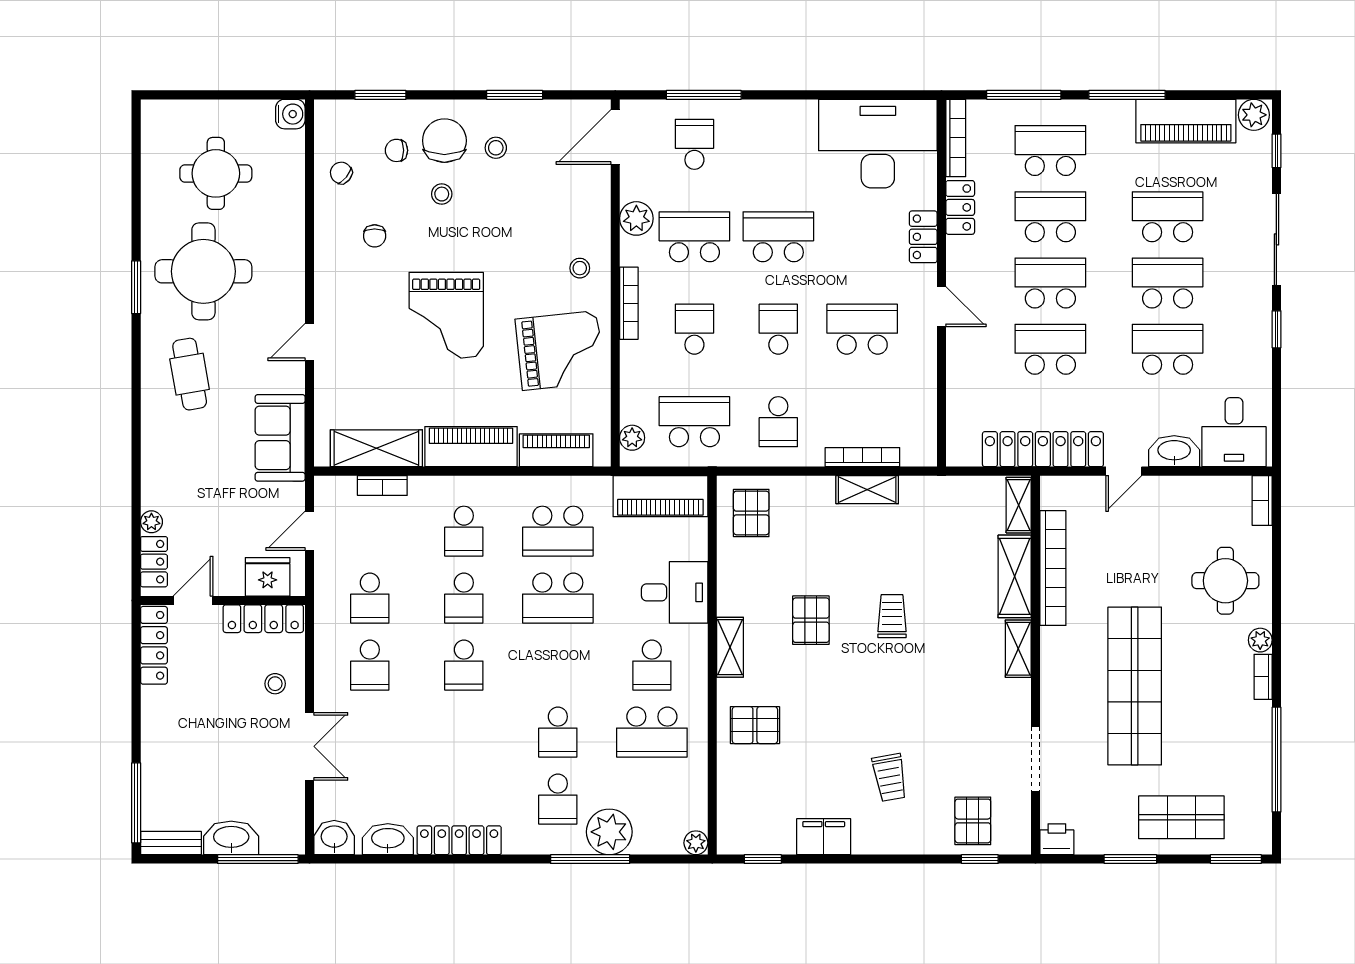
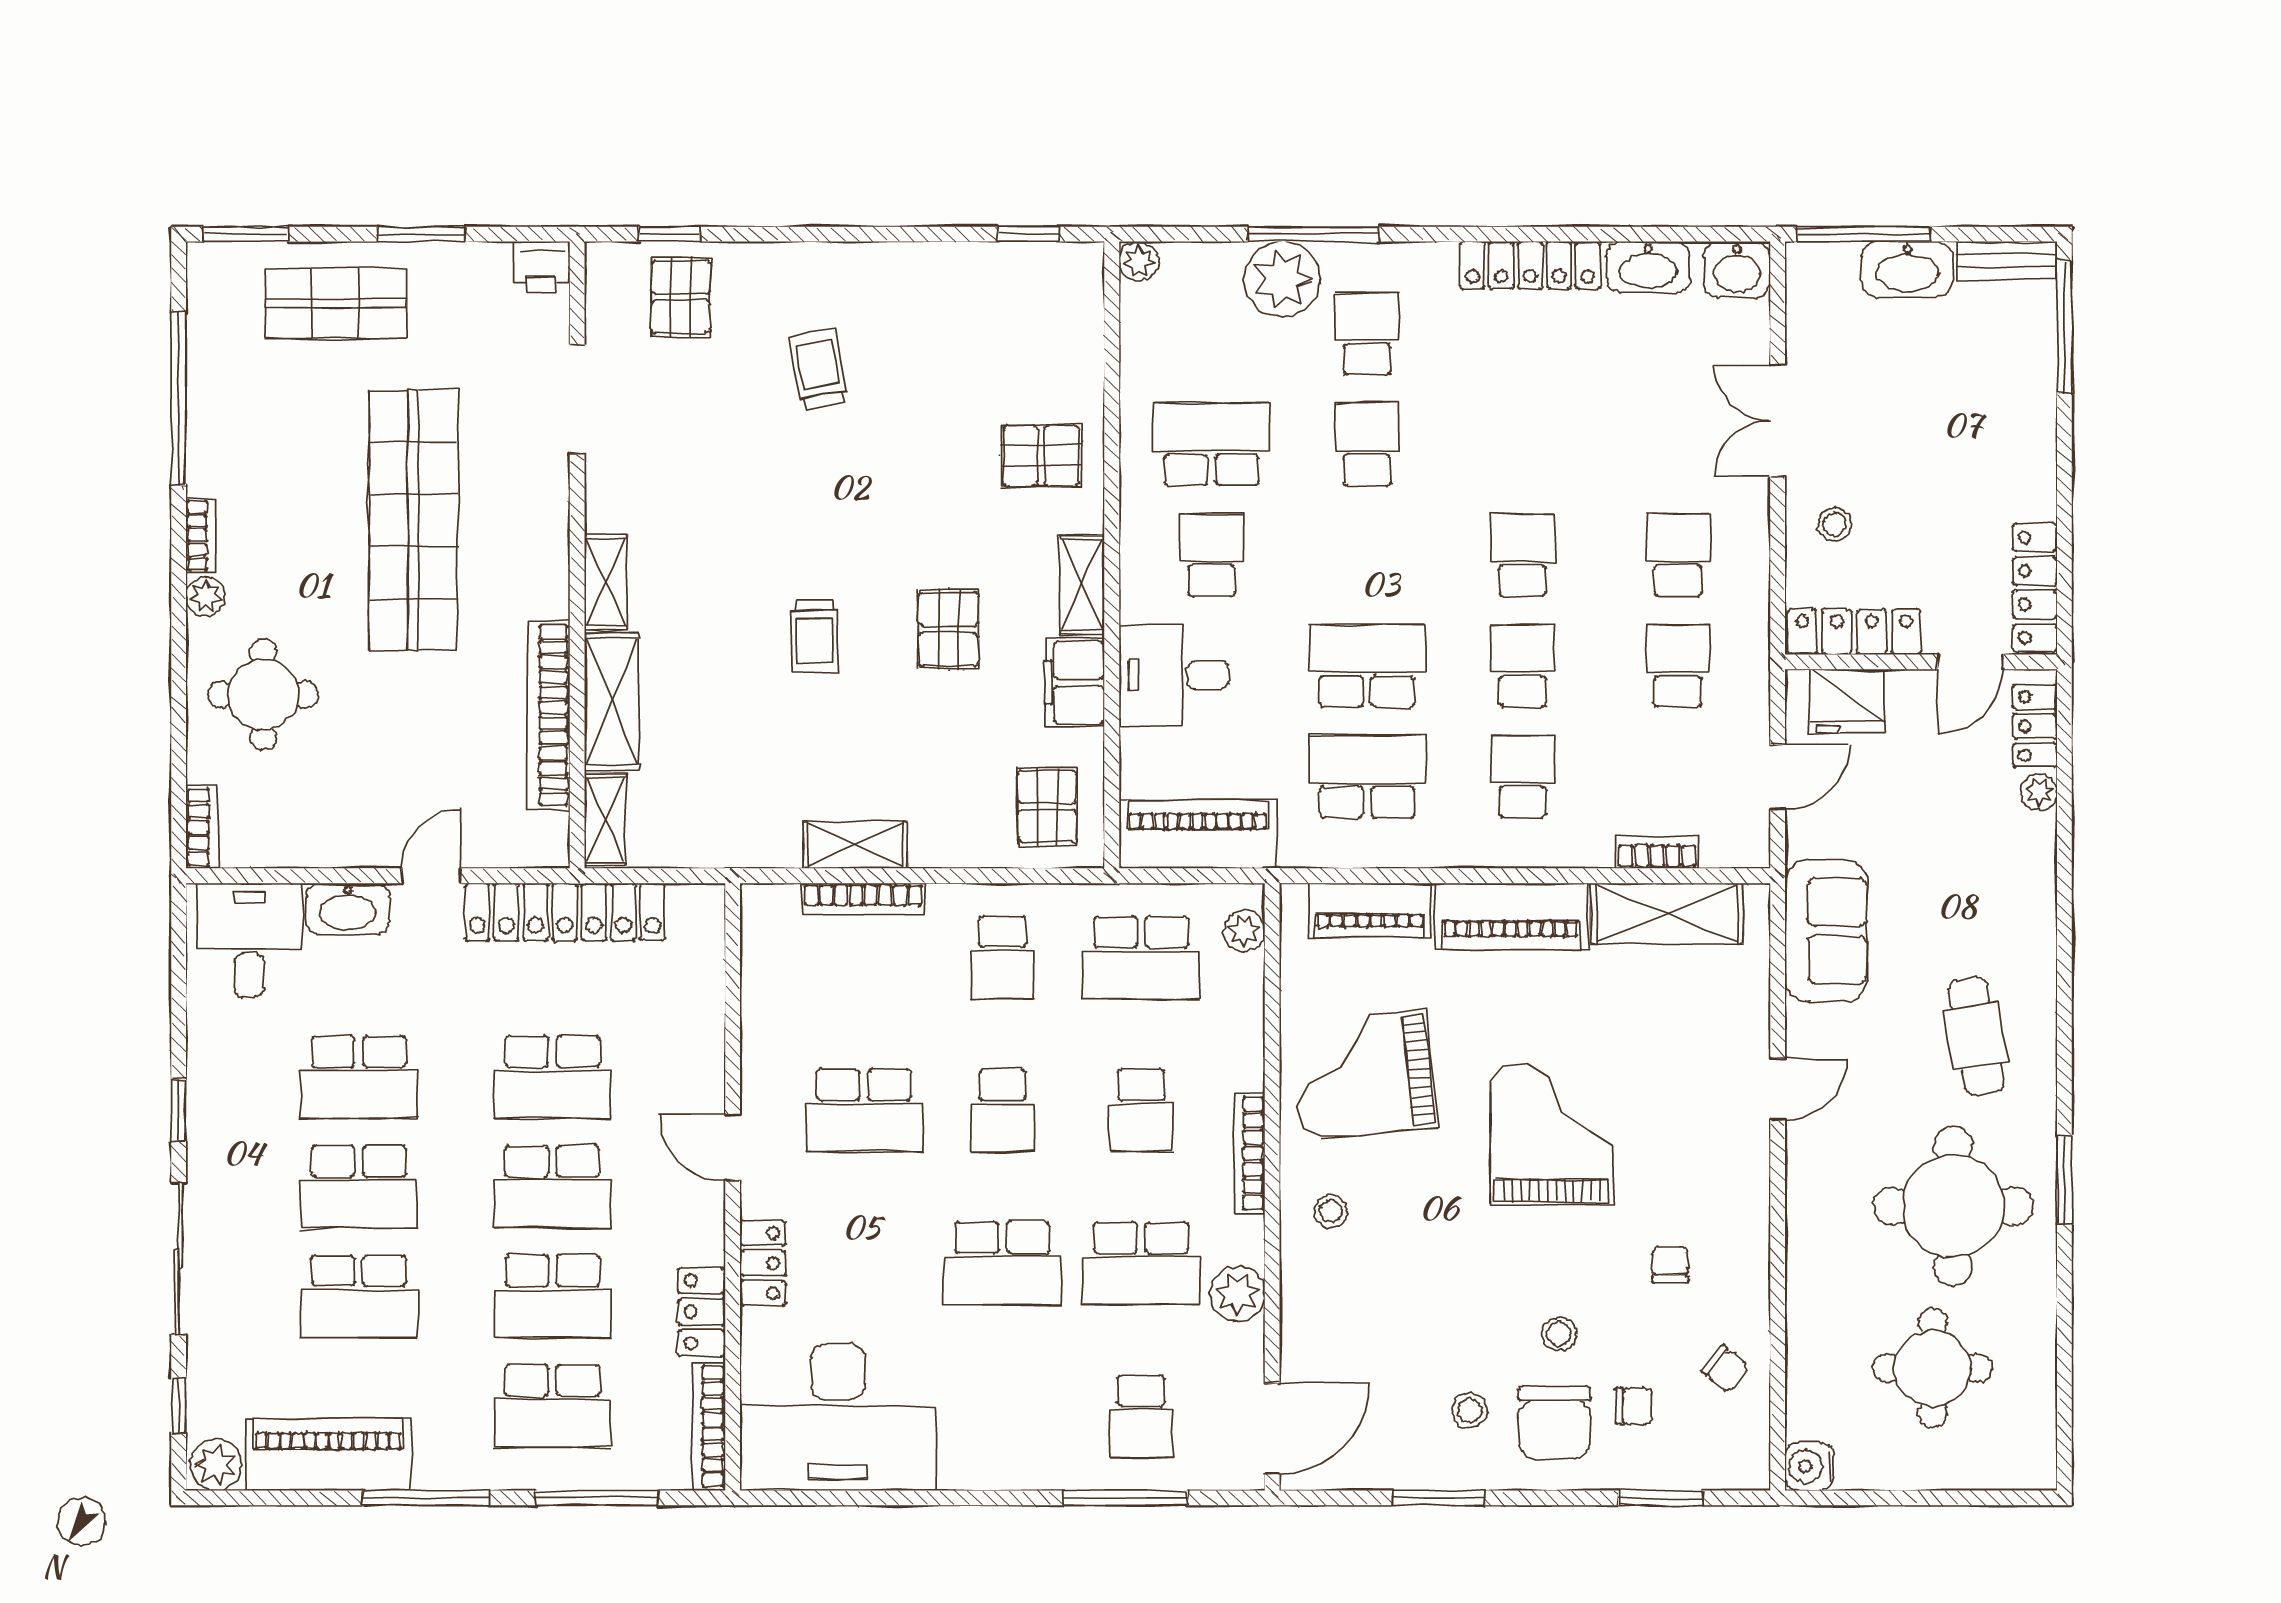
school desk: (778, 422) -> (1002, 957), turned 180
filing cabinet: (824, 837) -> (1075, 682), moved, turned 90

